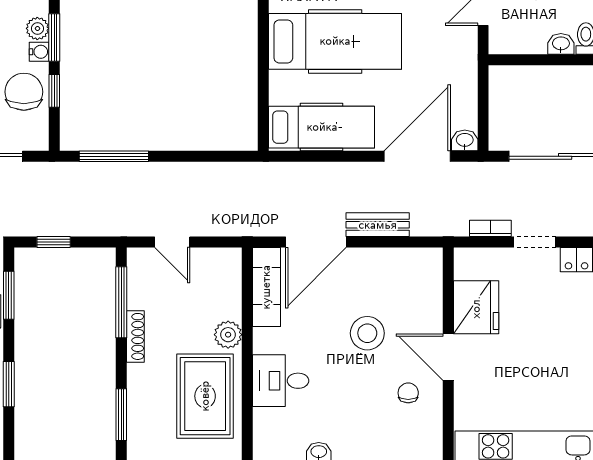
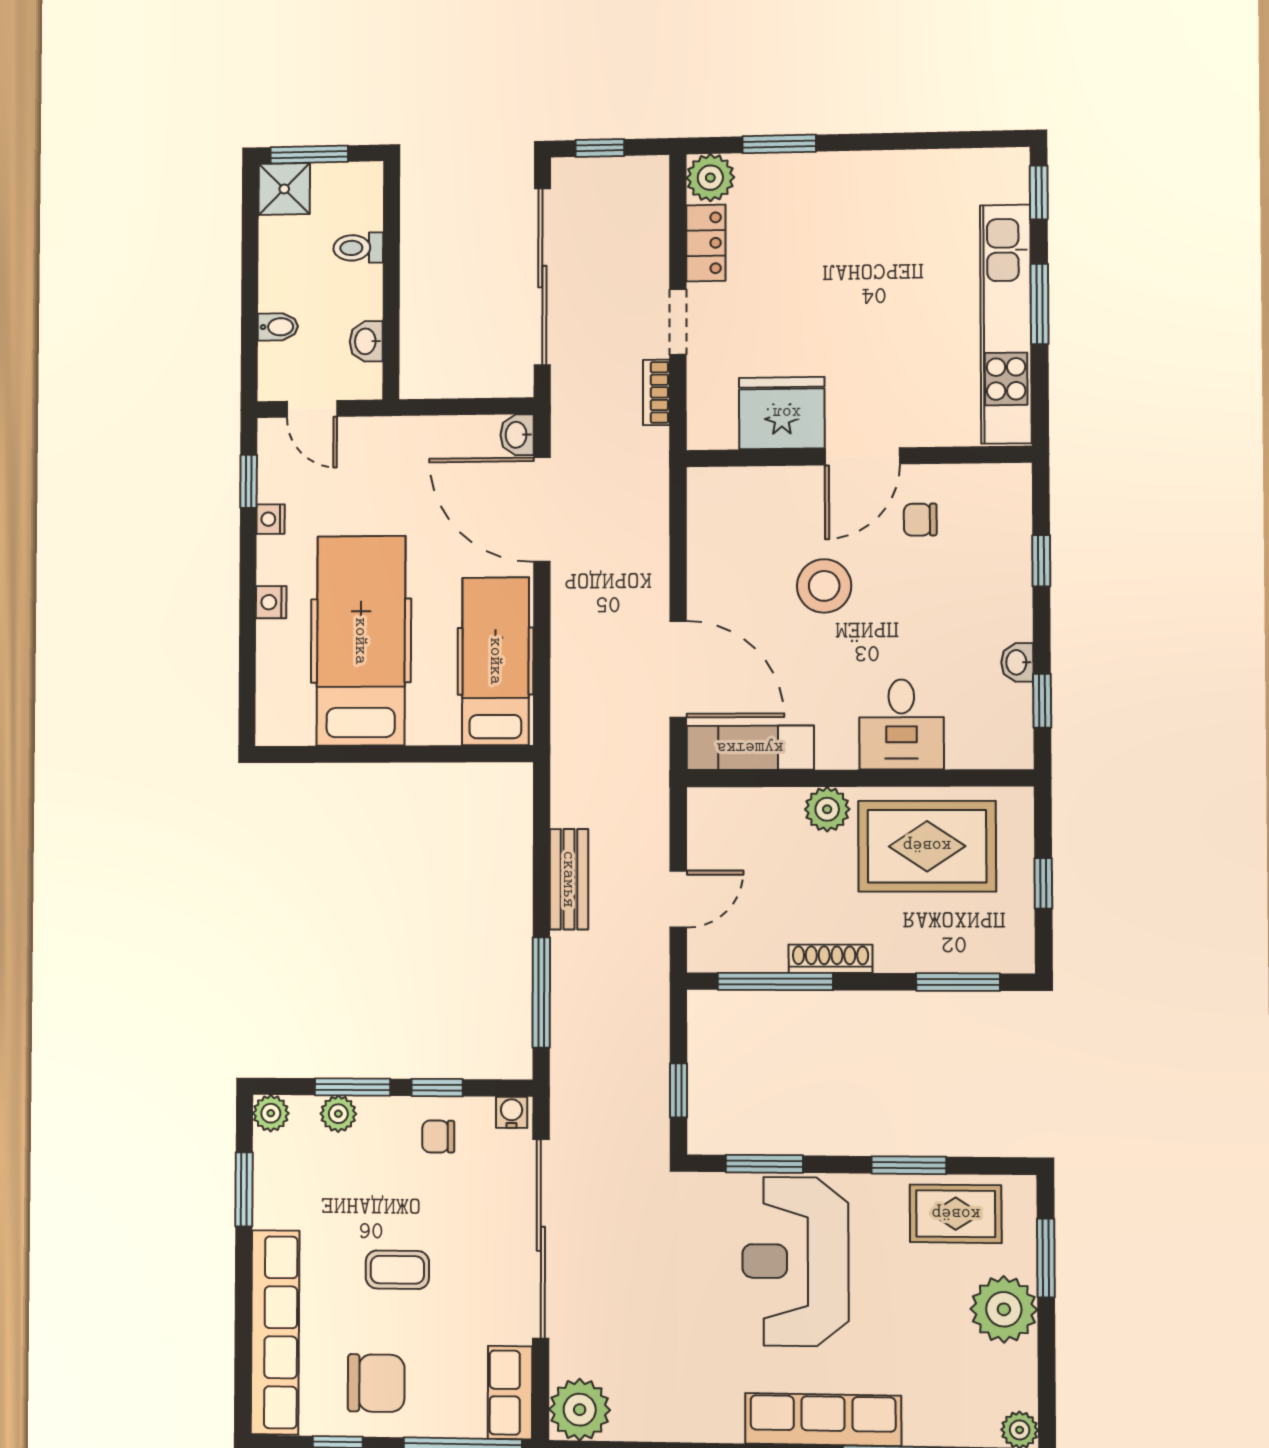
washbasin: (561, 44) -> (366, 341), moved
water cooler: (39, 52) -> (512, 1112), moved
chair: (24, 92) -> (438, 1137), width x0.54, depth x0.54
bench: (378, 225) -> (569, 879), moved

